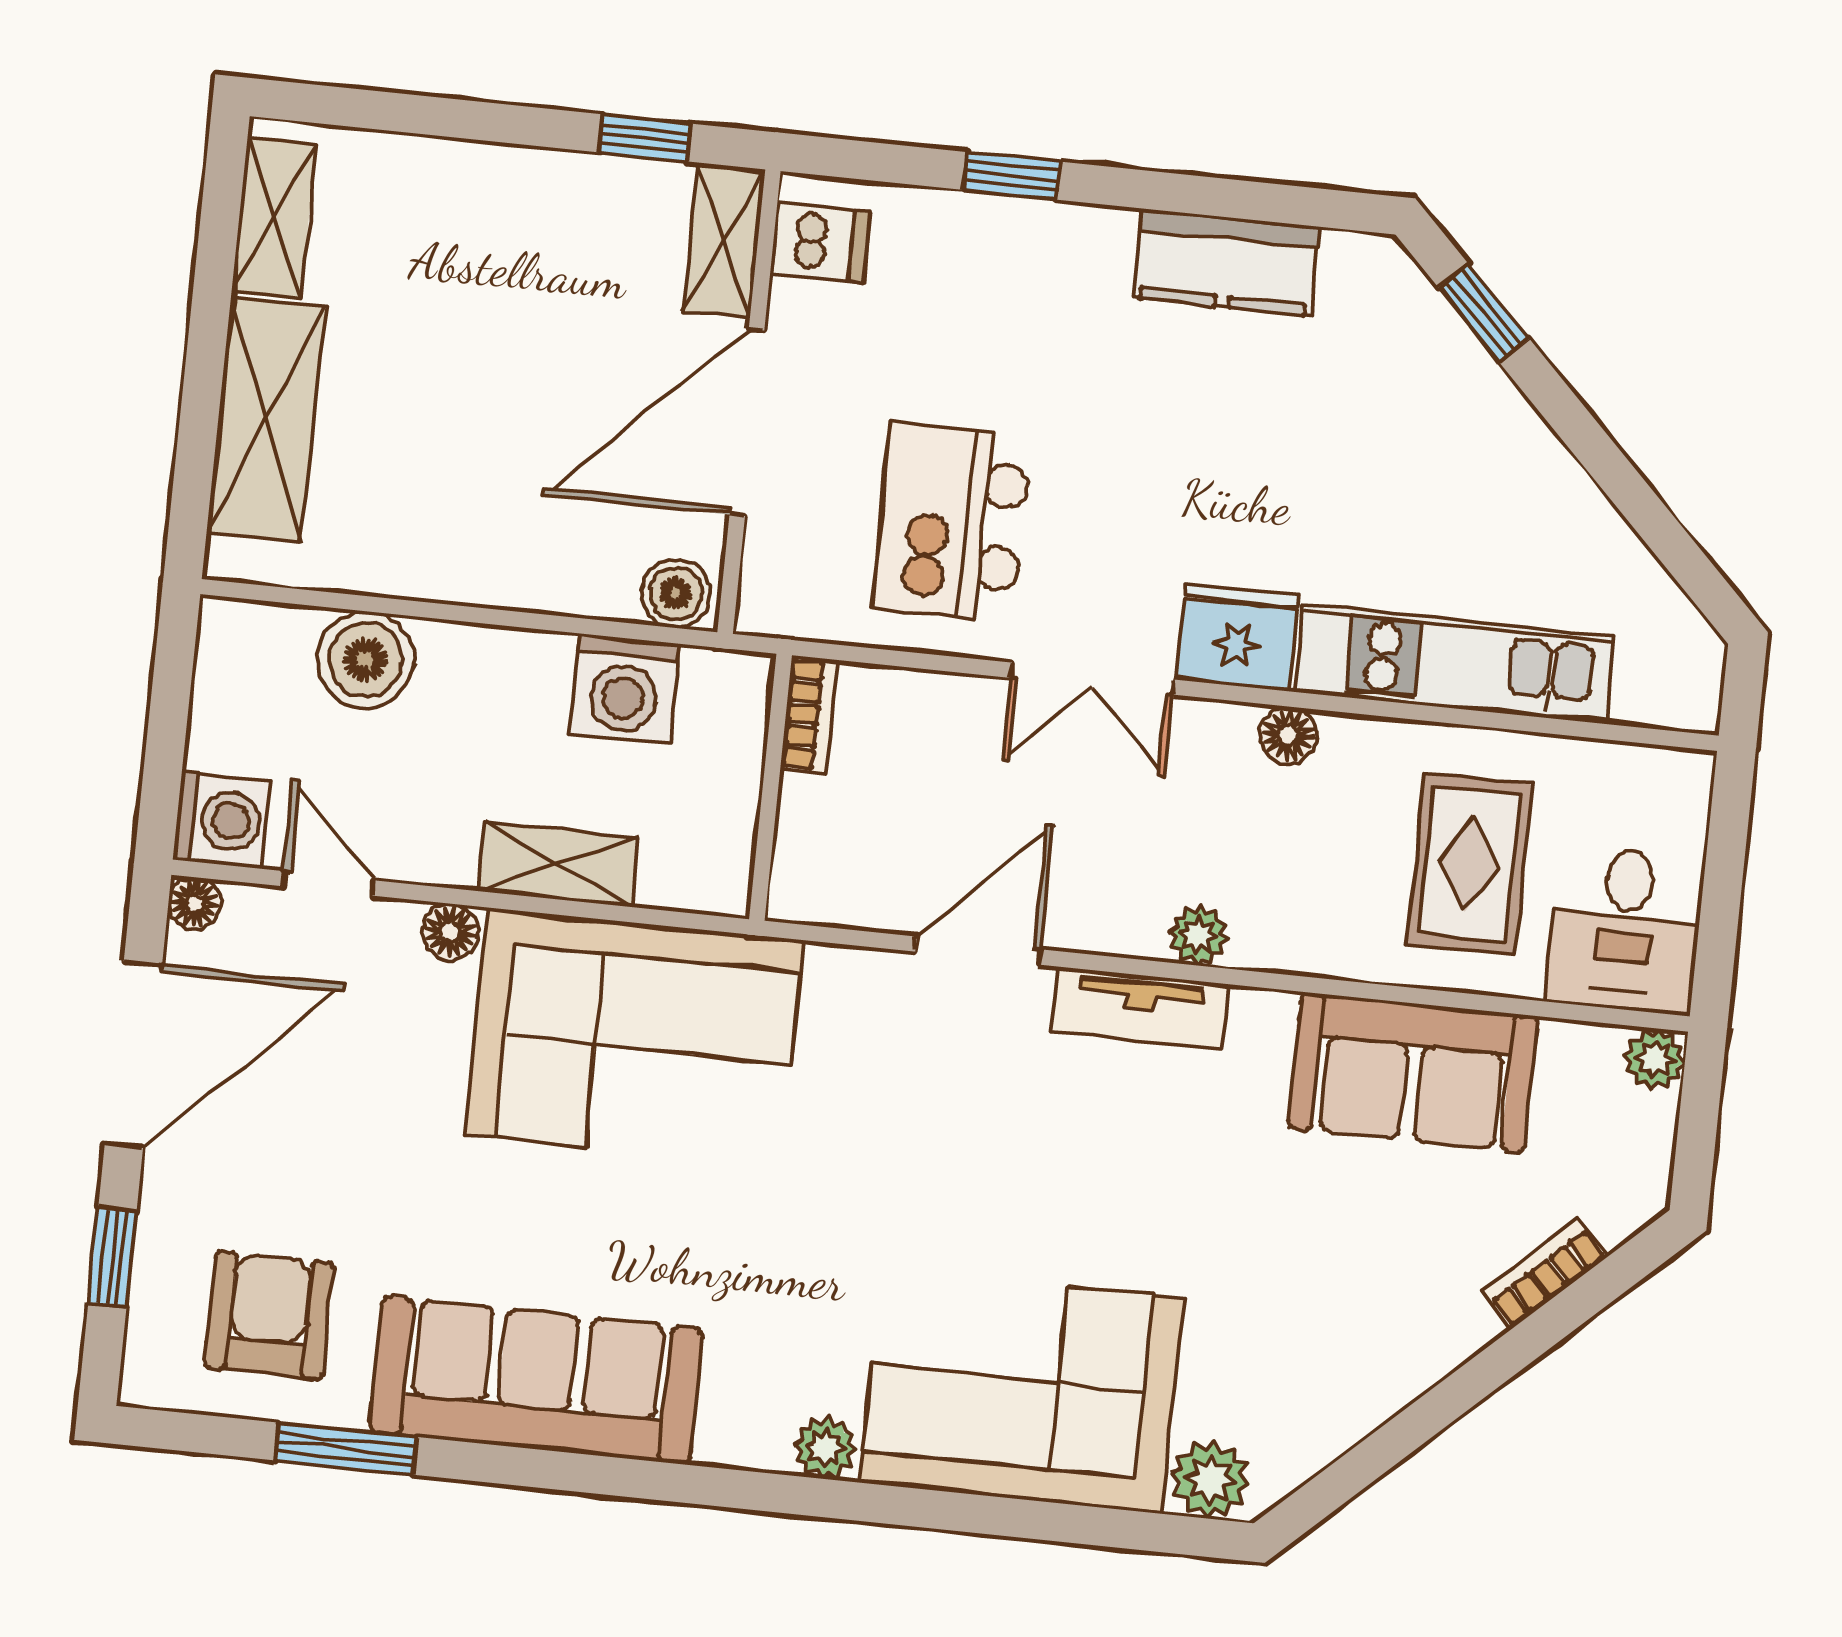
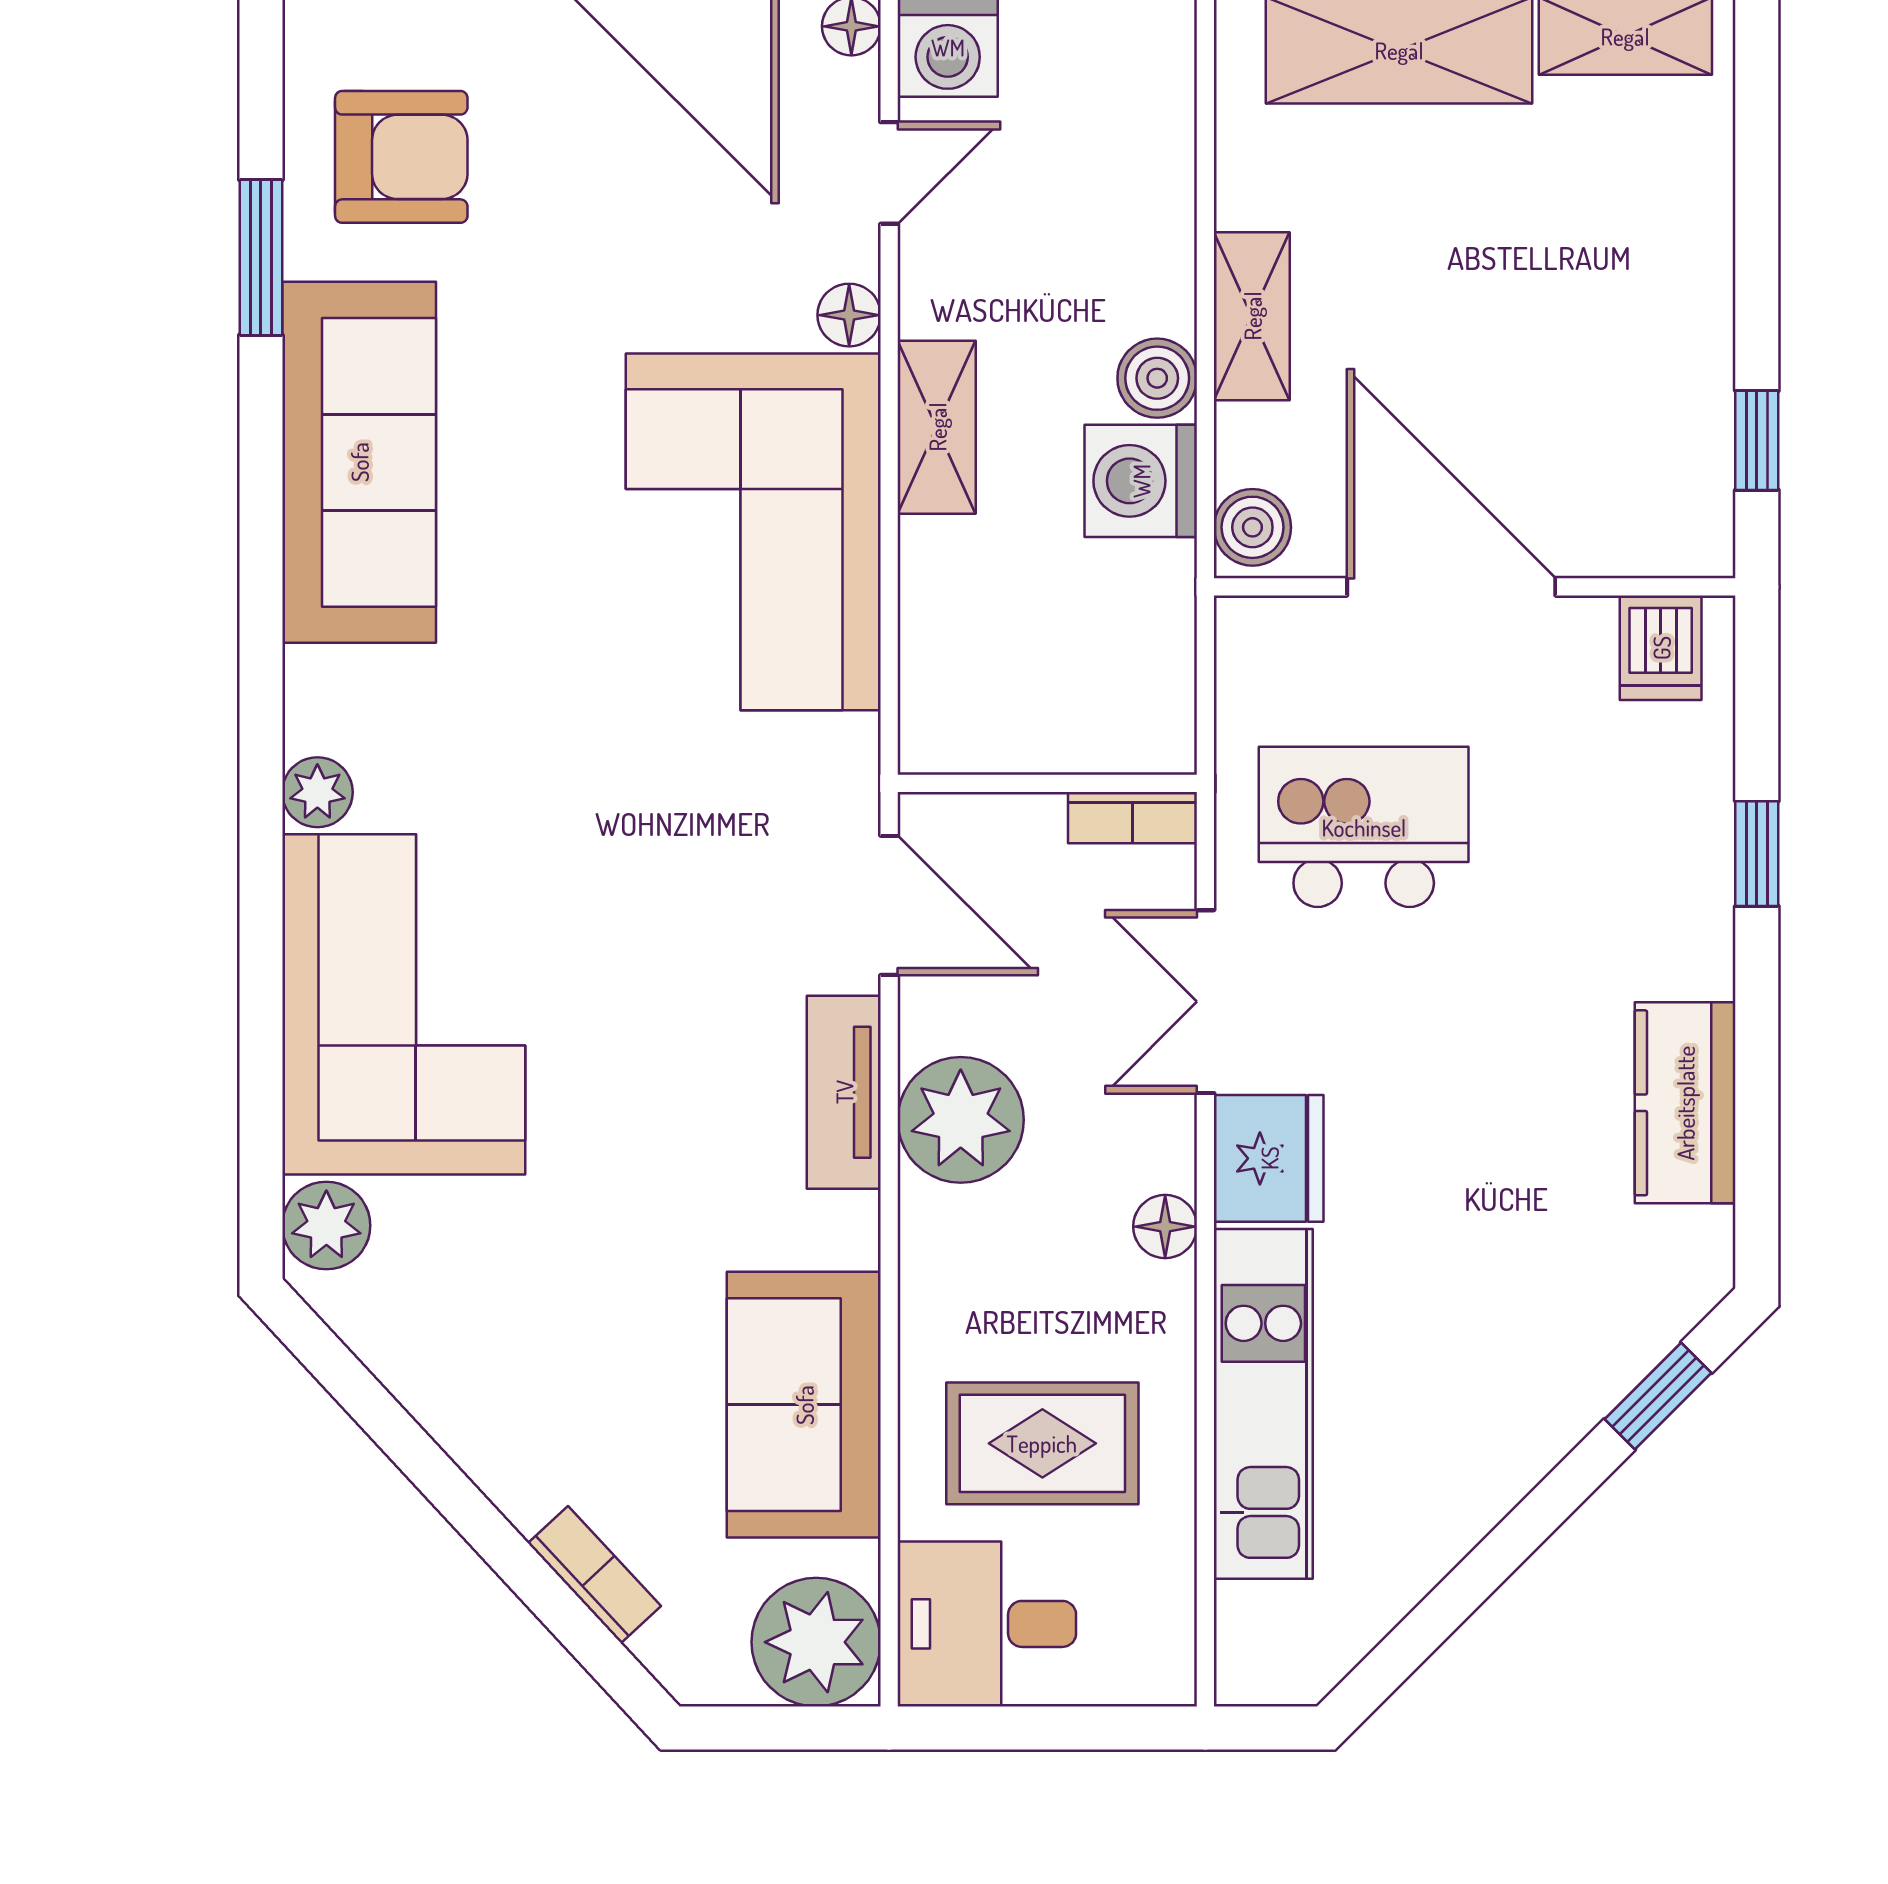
shelving: (724, 241) -> (1252, 316), moved, turned 90
boiler: (366, 660) -> (1157, 378), moved, width x0.73, depth x0.73
bookcase: (809, 715) -> (1133, 818), moved
wall: (770, 787) -> (1047, 783), moved
plant: (1198, 935) -> (961, 1120), width x1.87, depth x1.87
plant: (1655, 1059) -> (816, 1642), width x1.87, depth x1.87

